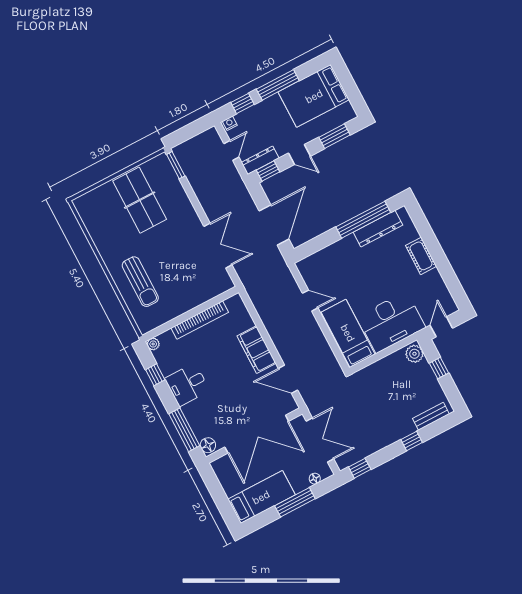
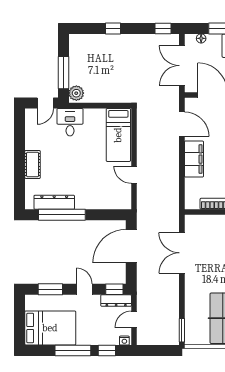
desk: (391, 322) -> (70, 122), width x0.53, depth x0.77
window: (439, 368) -> (63, 73), width x2.17
bench: (431, 416) -> (89, 39), removed

